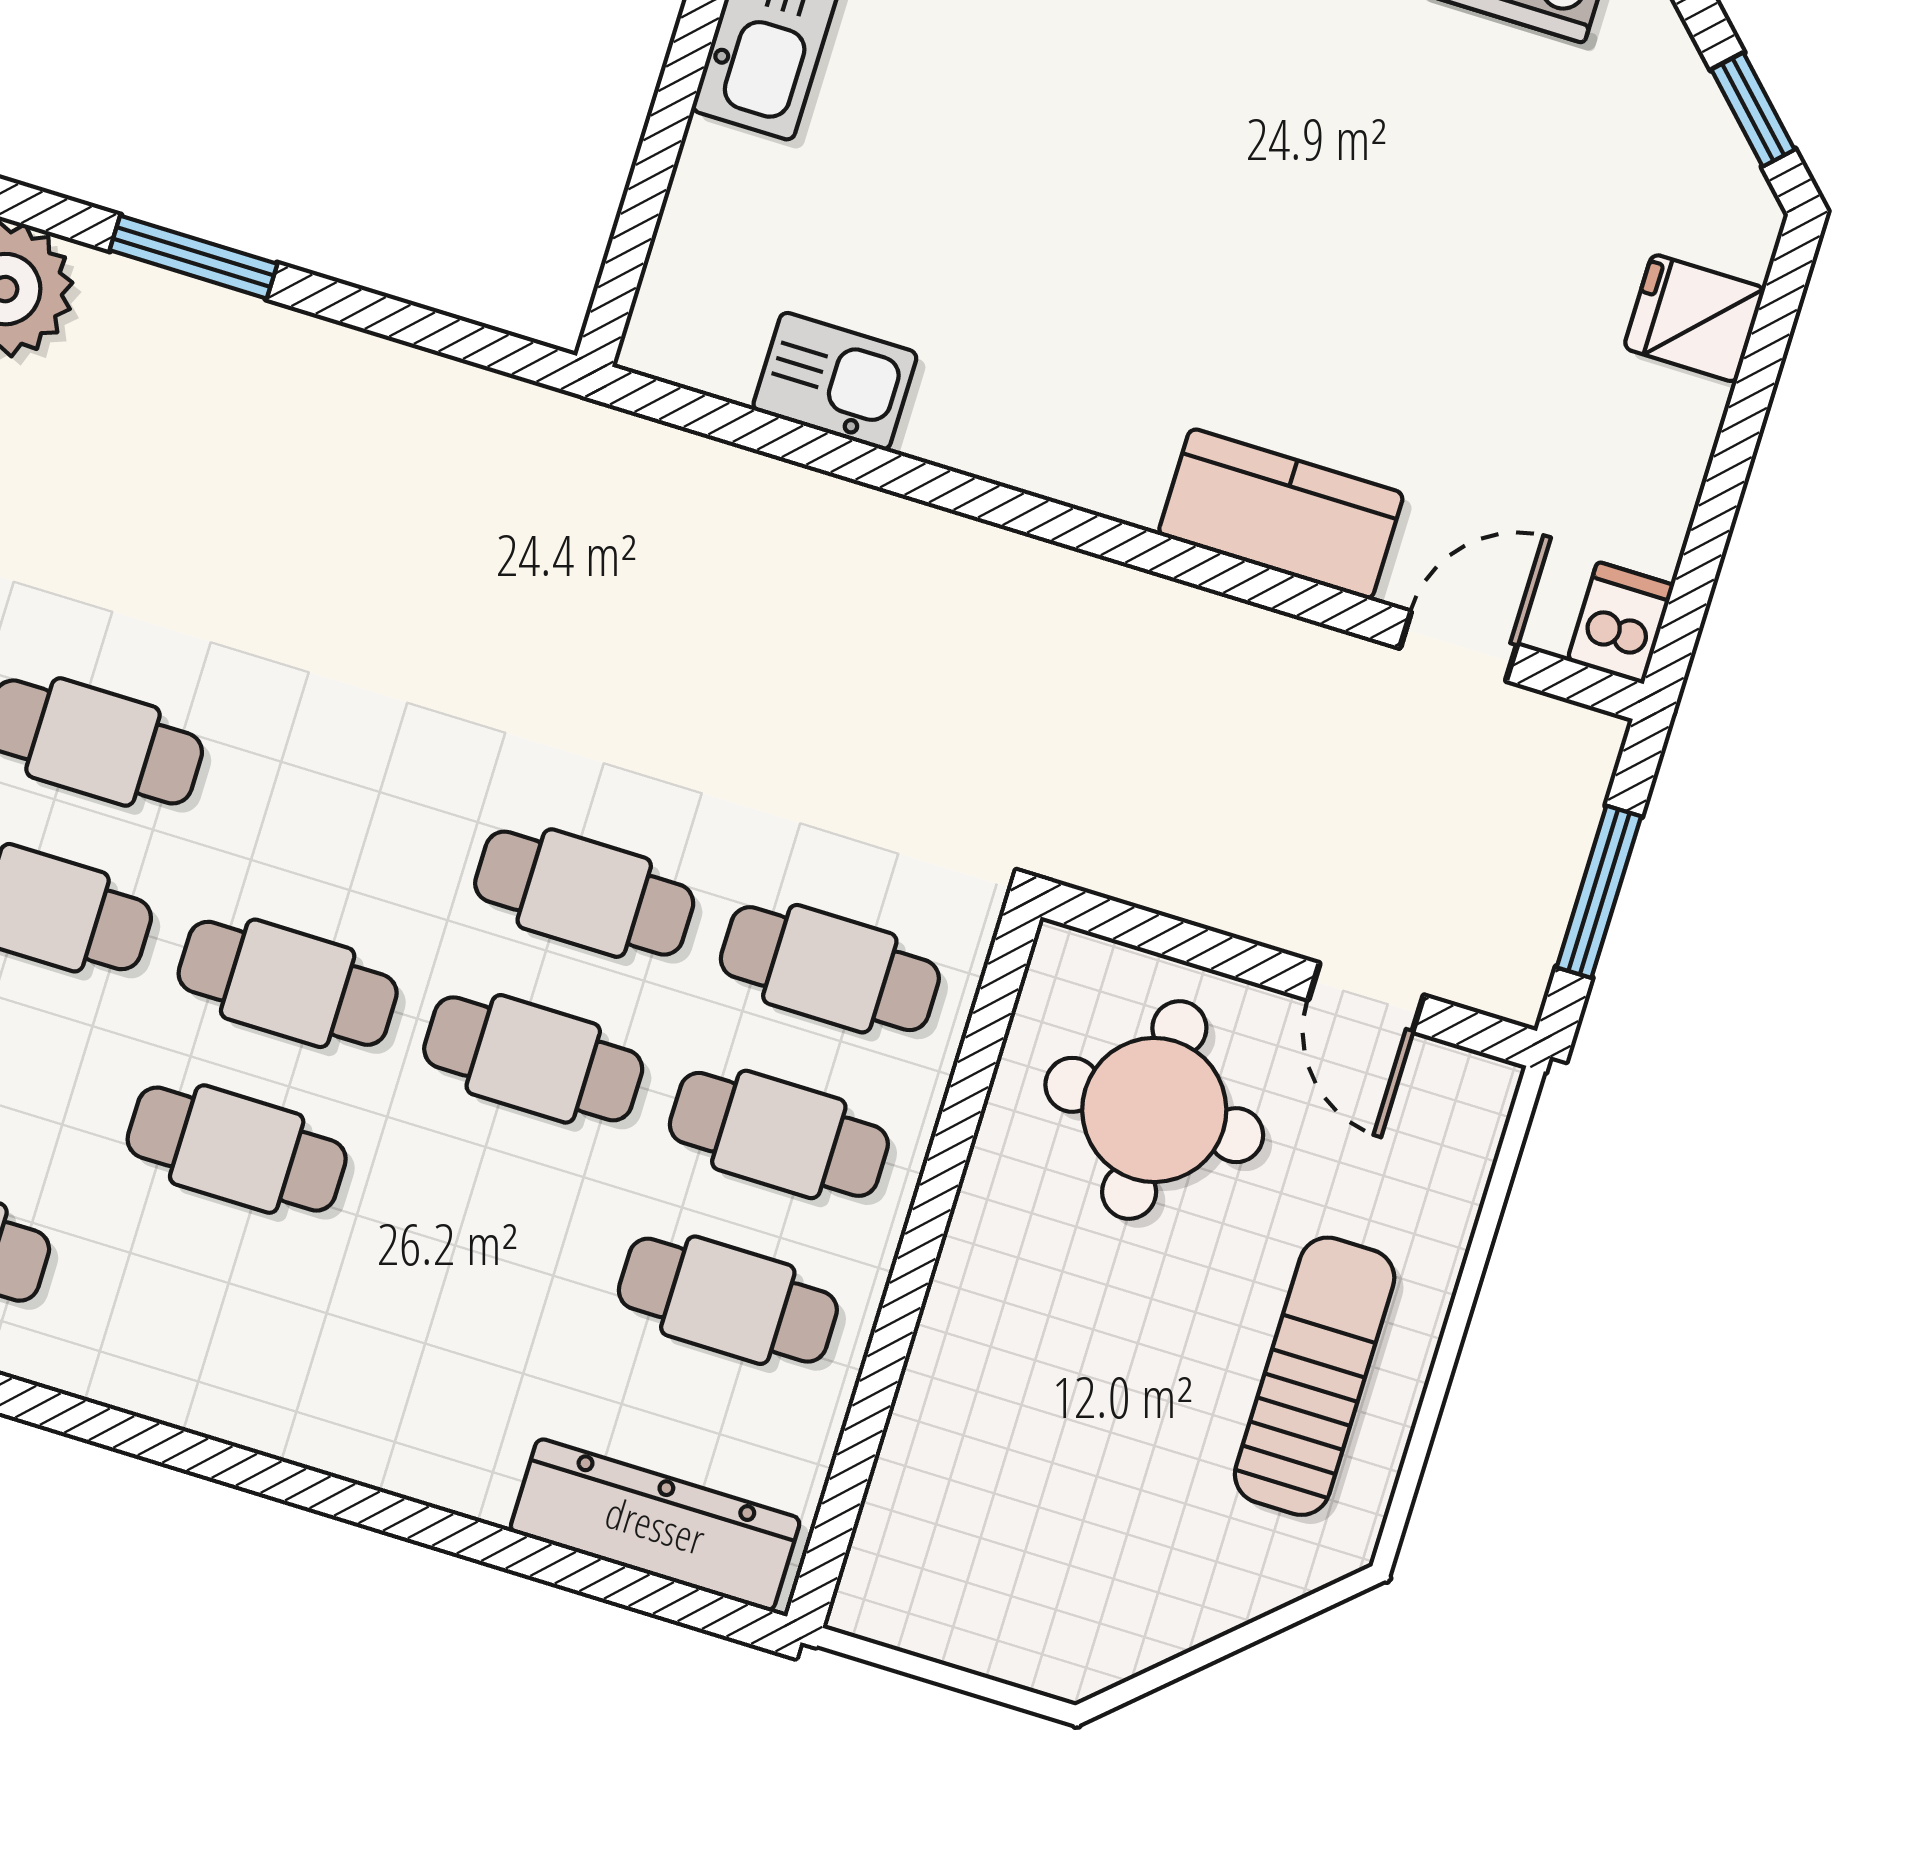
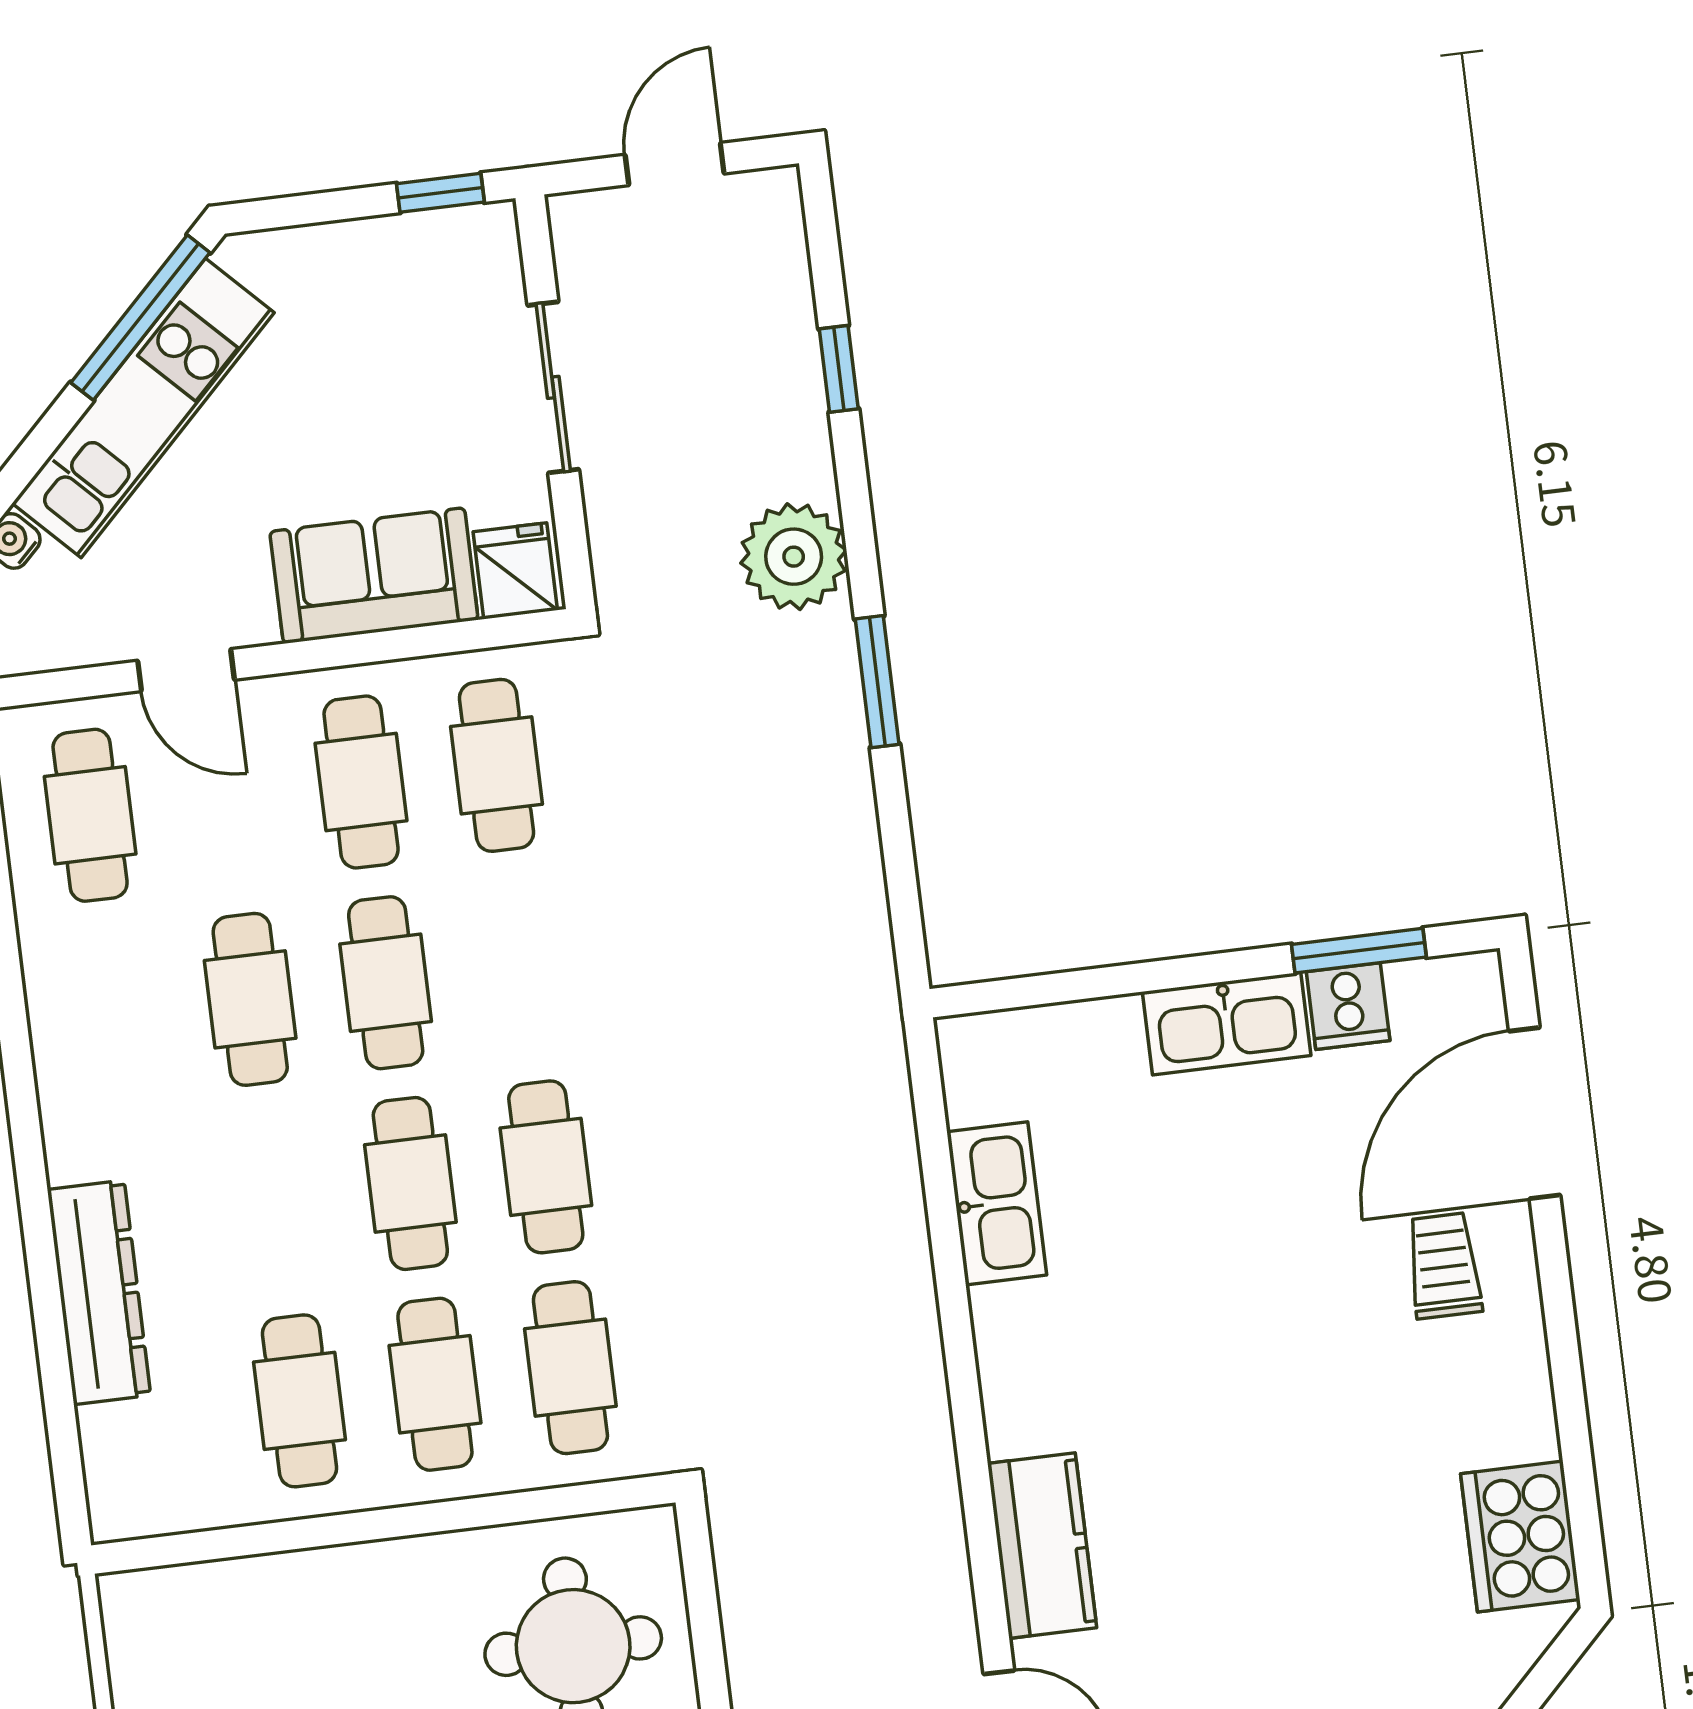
kitchen sink: (835, 381) -> (997, 1203), width x1.38
dresser: (655, 1525) -> (99, 1292), moved

